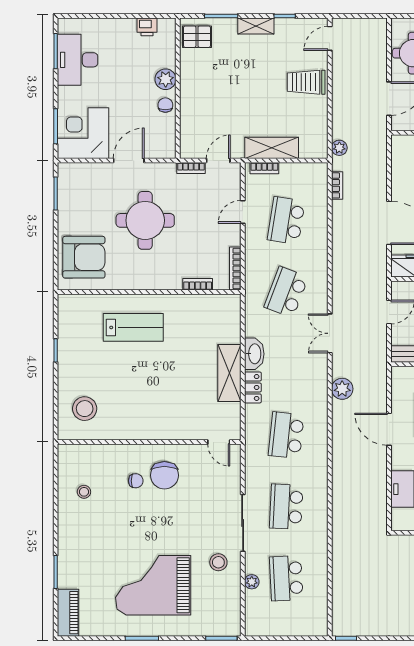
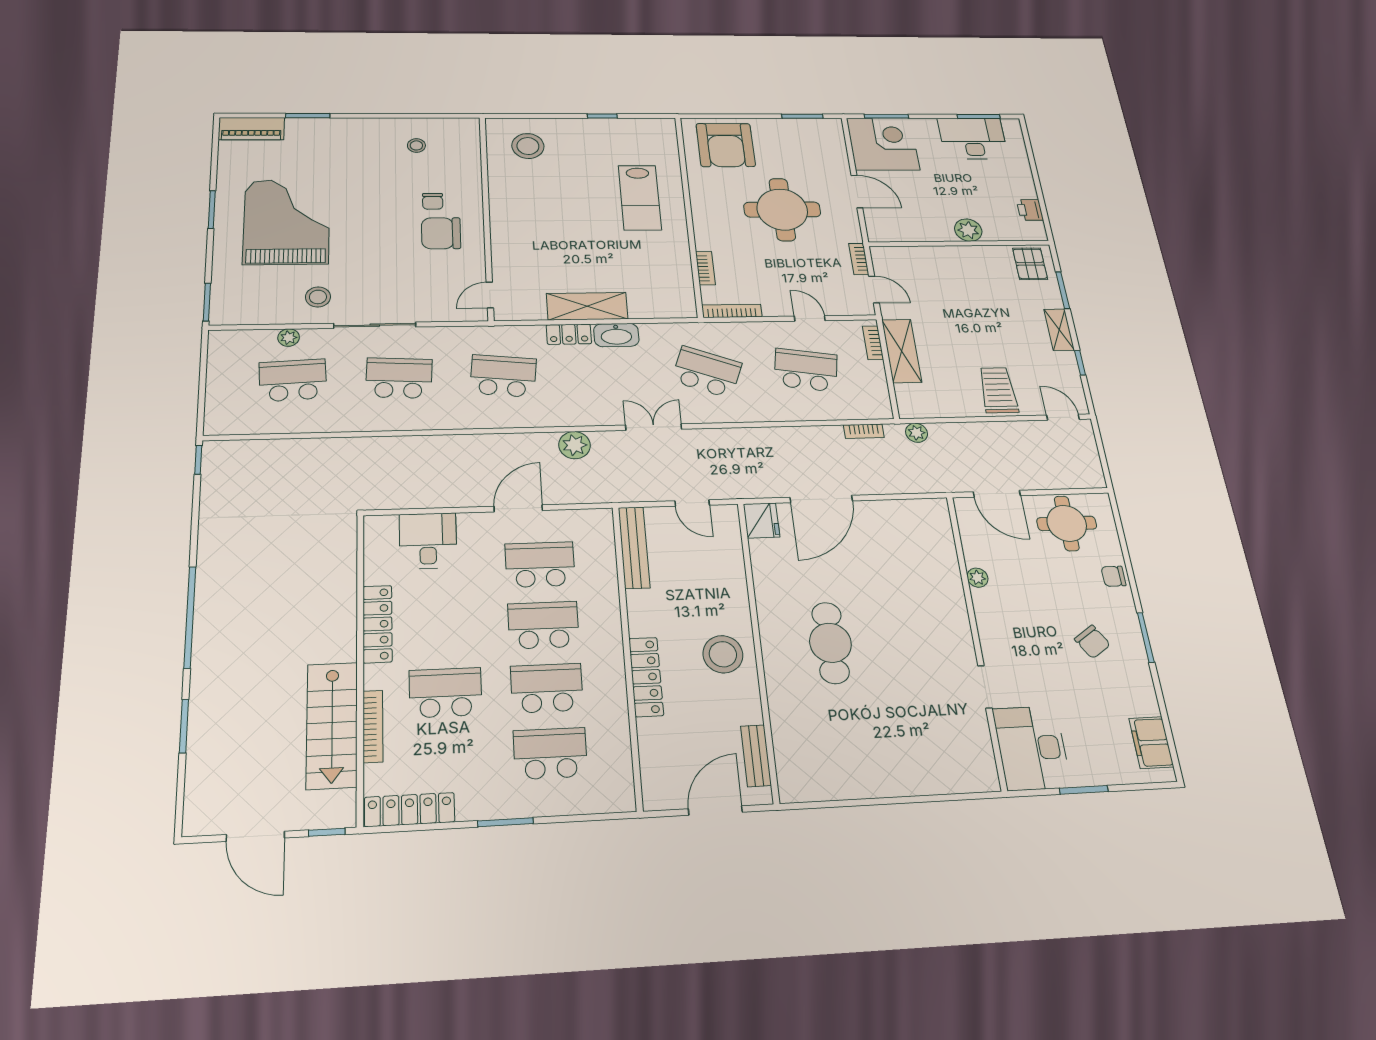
chair: (165, 105) -> (935, 230), removed

